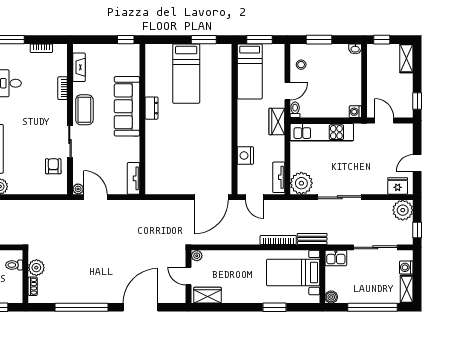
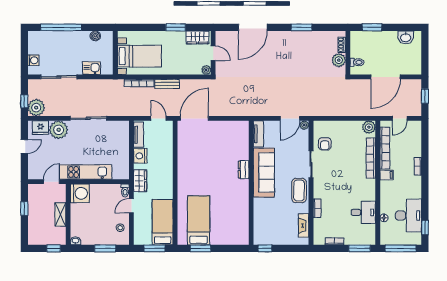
shelving: (406, 58) -> (60, 214), moved
bed: (186, 74) -> (199, 220), moved
window: (417, 101) -> (24, 208), moved
sofa: (127, 106) -> (264, 173), moved
dresser: (152, 108) -> (244, 170), moved
washing machine: (355, 112) -> (80, 193), width x1.89, depth x1.89
door: (384, 120) -> (52, 182), swing flipped
kitchen unit: (322, 132) -> (86, 172), moved
nightstand: (245, 156) -> (140, 156), moved, turned 180
plant: (301, 183) -> (59, 130), moved
door: (95, 197) -> (290, 118), hinge flipped
window: (417, 230) -> (24, 101), moved
bench: (312, 239) -> (167, 84), moved
bed with nightstands: (293, 272) -> (139, 56), moved
wall: (322, 277) -> (115, 53), moved
shelving: (407, 289) -> (33, 42), removed
window: (81, 307) -> (301, 27), width x0.47
window: (275, 307) -> (176, 27), moved

